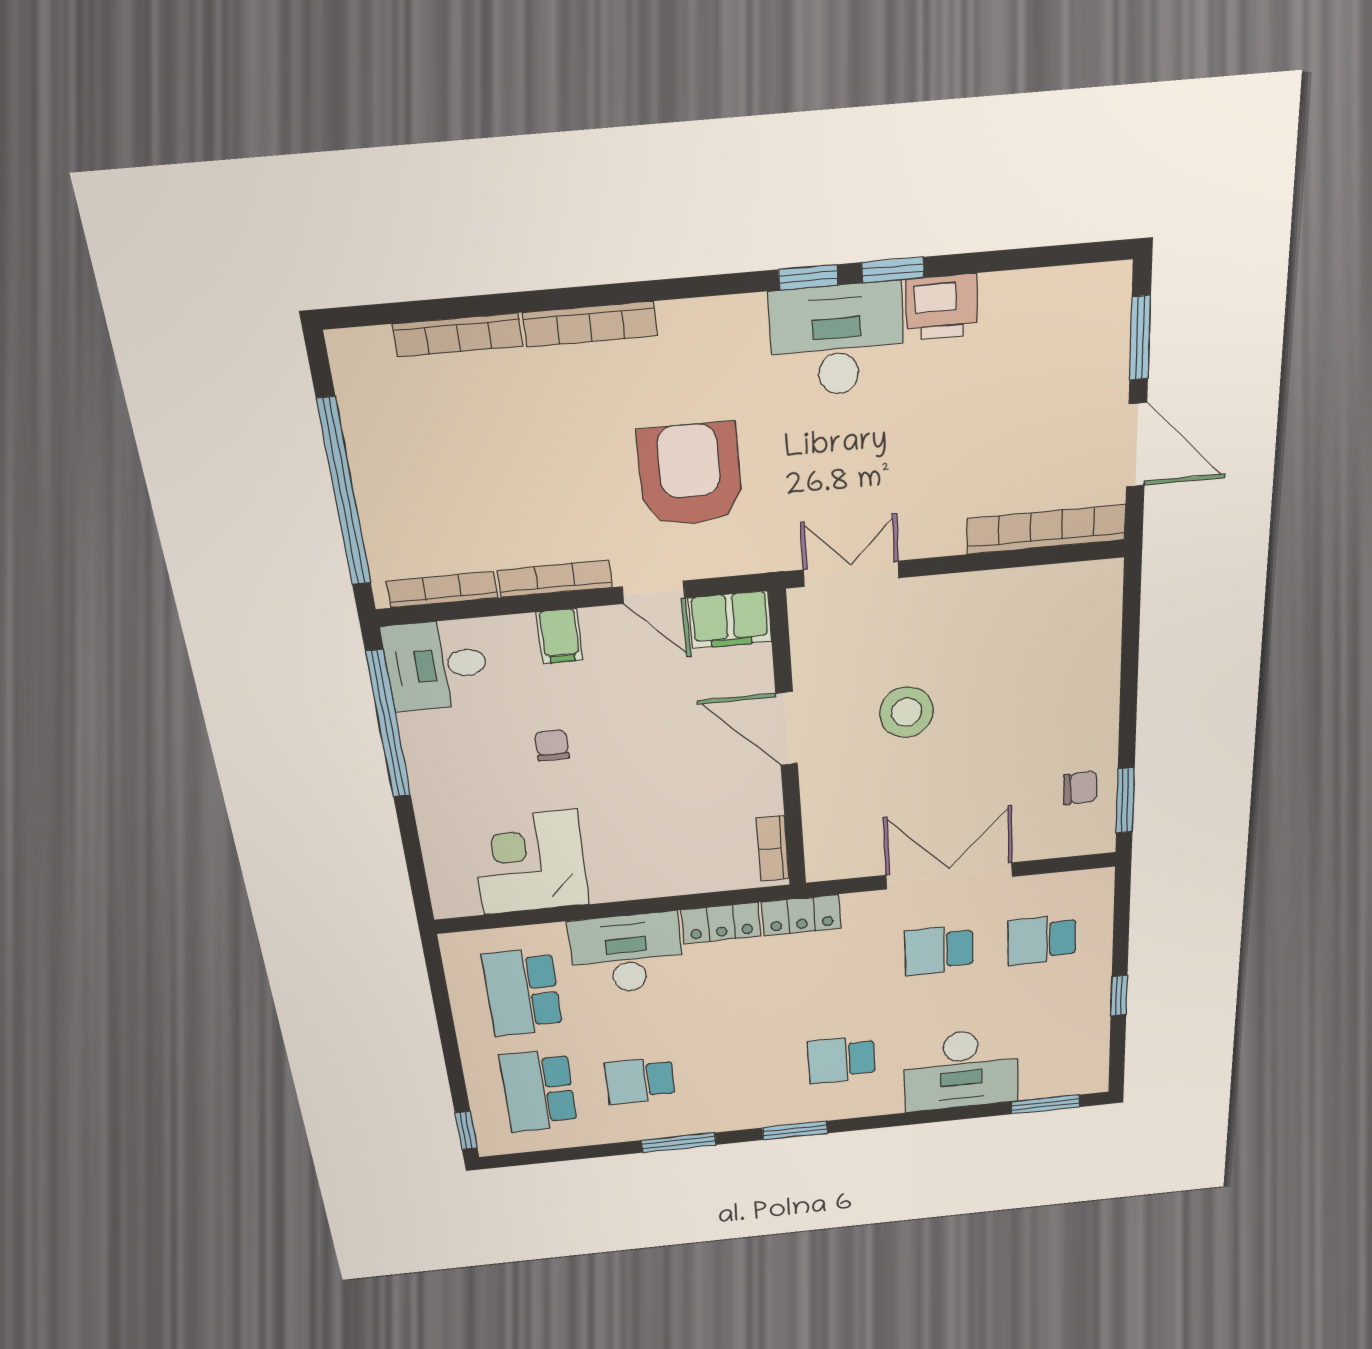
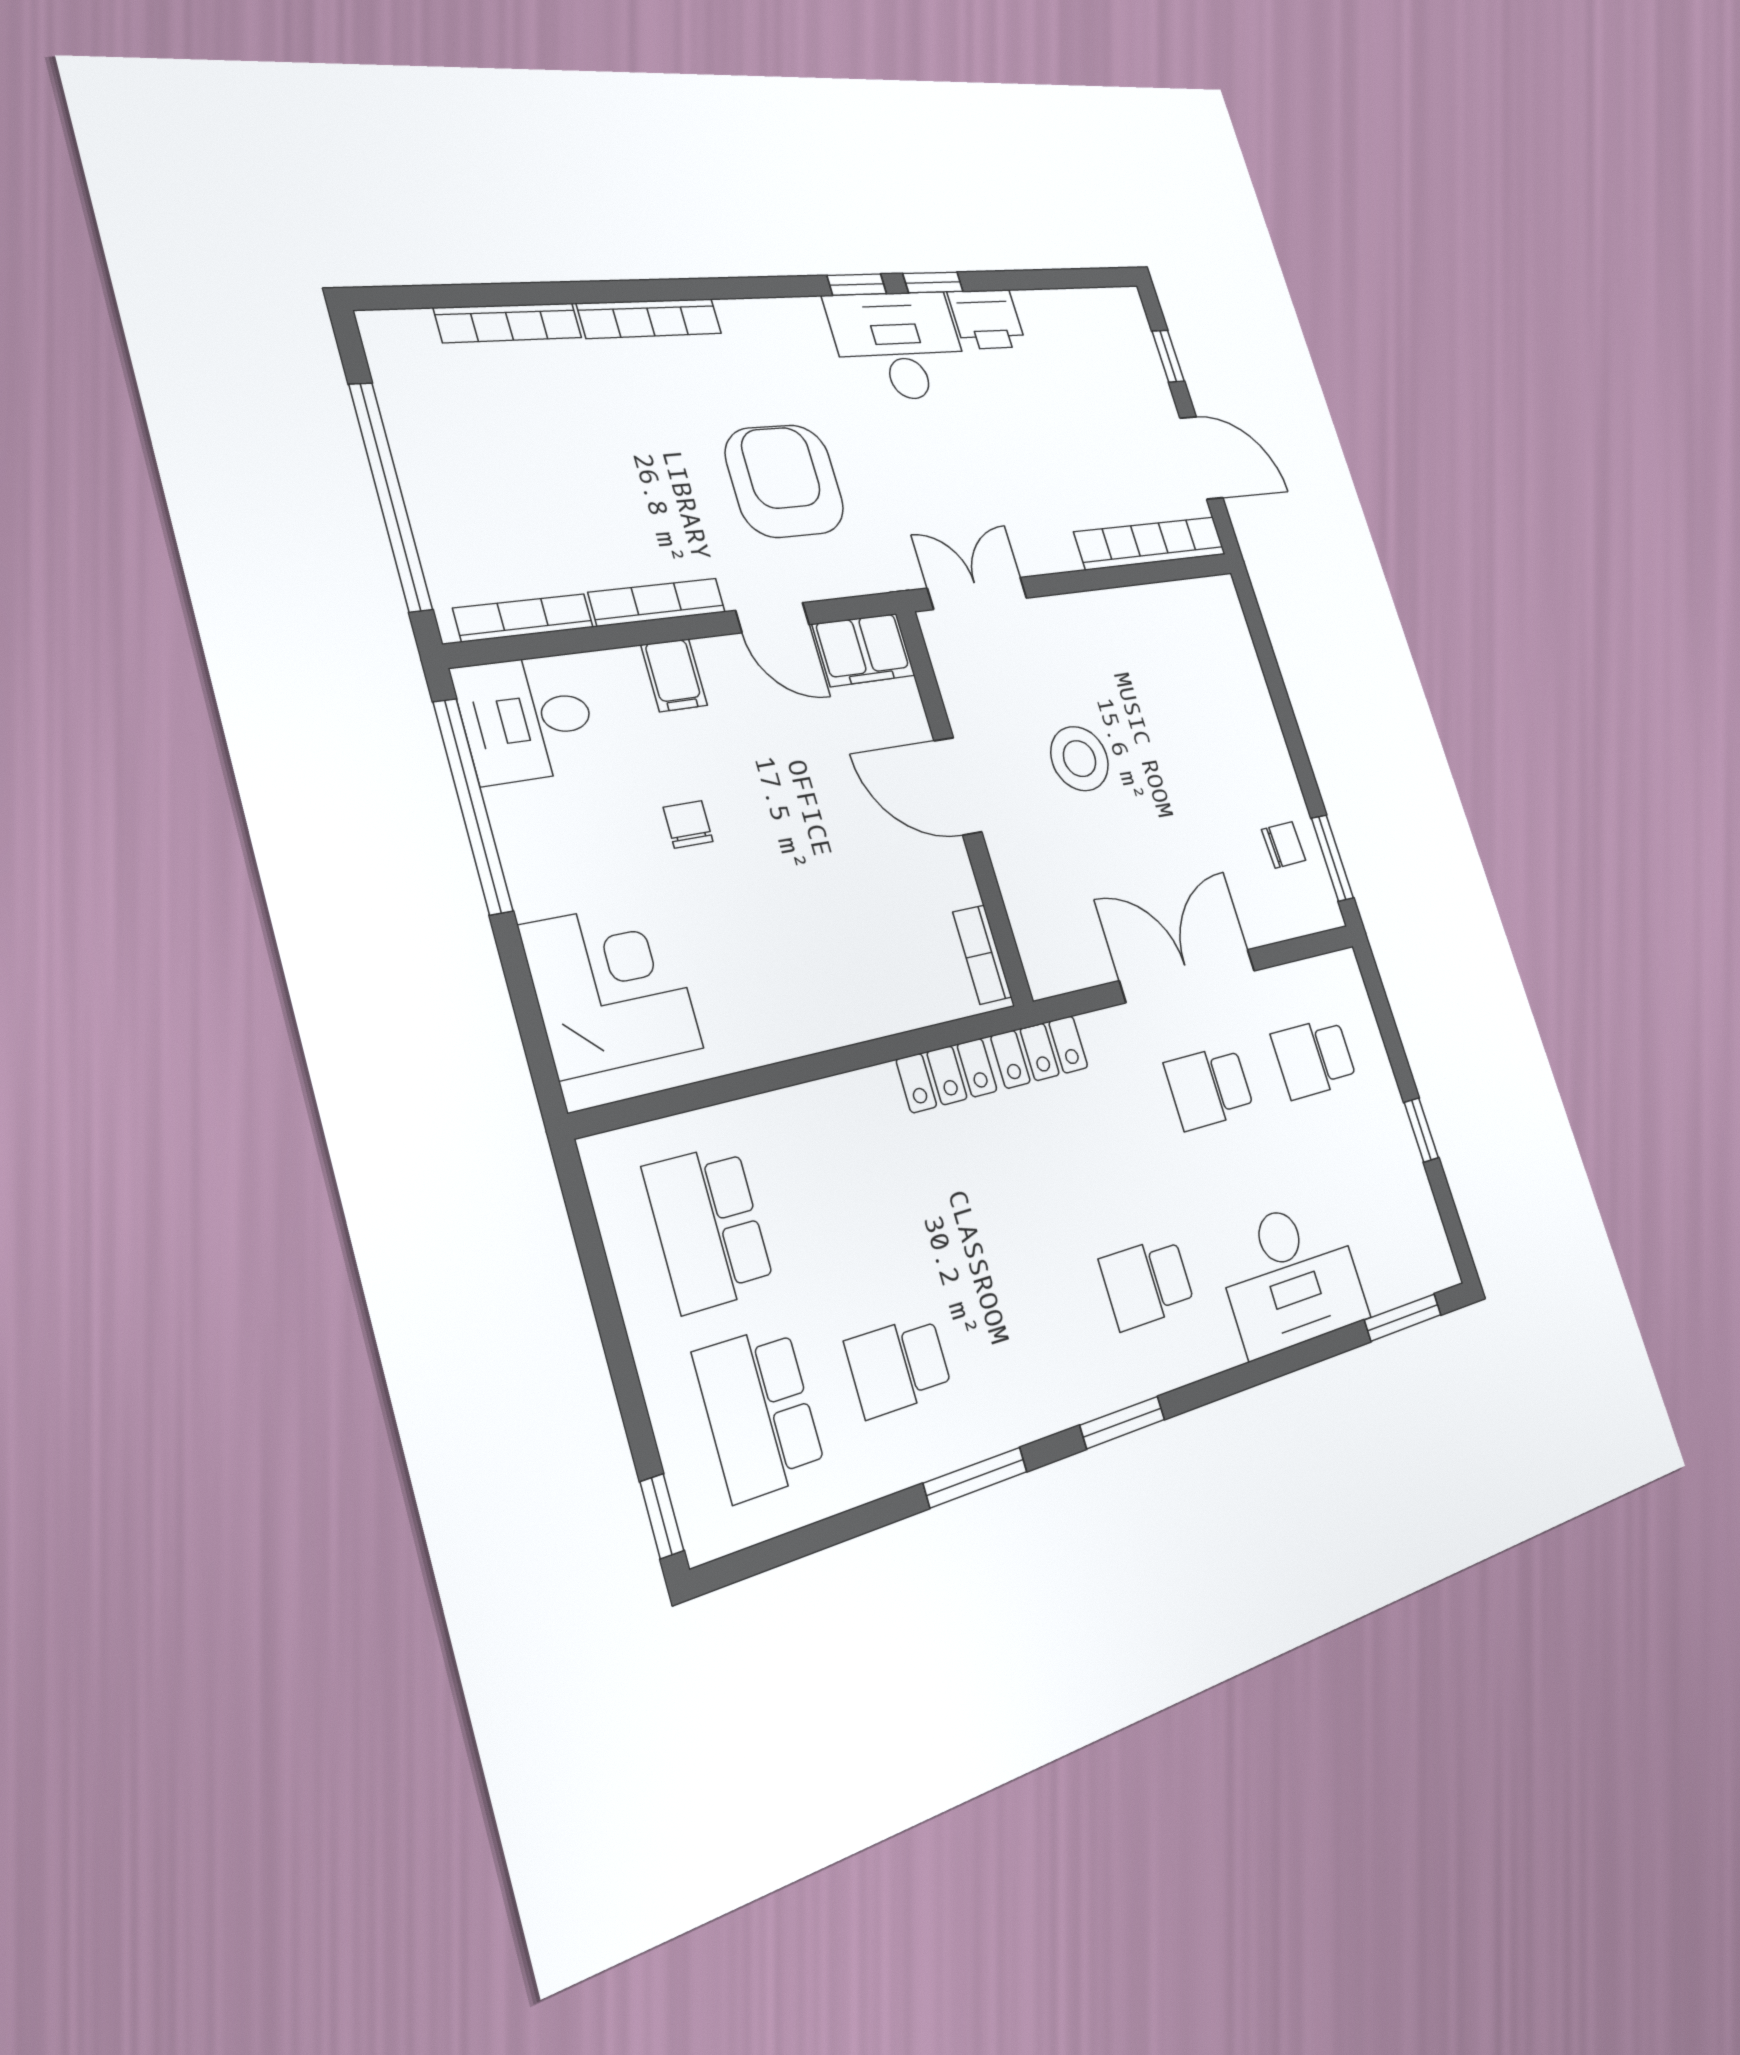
window: (1140, 338) -> (1168, 356), width x0.67
corner desk: (530, 862) -> (611, 987), moved, turned 90
desk: (627, 953) -> (838, 1140), removed

